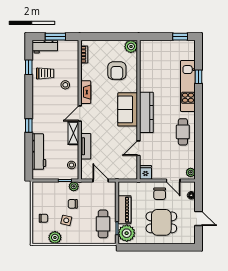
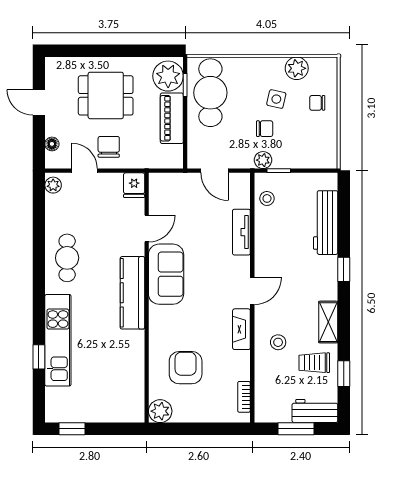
sofa: (128, 109) -> (166, 274), moved
shelving: (73, 133) -> (328, 322), moved
cafe table: (103, 224) -> (210, 93), width x1.37, depth x1.35

